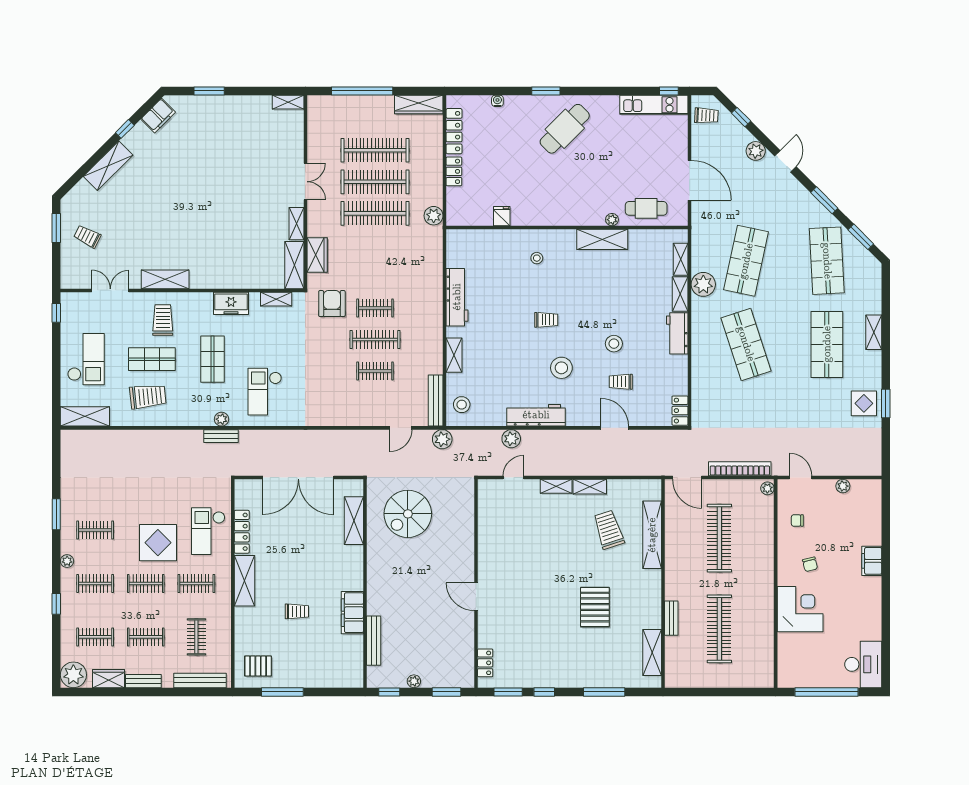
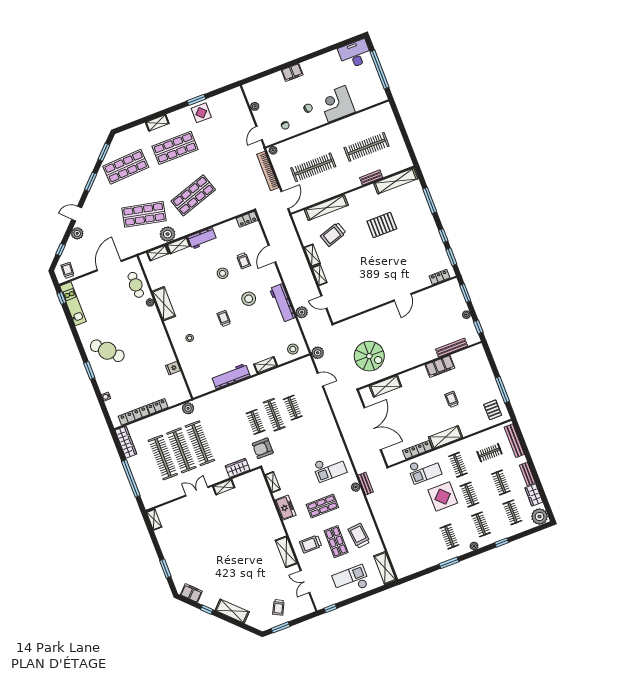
shelving: (294, 265) -> (249, 479), removed
bench: (436, 400) -> (296, 365), removed
shelving: (652, 653) -> (396, 181), width x1.47

